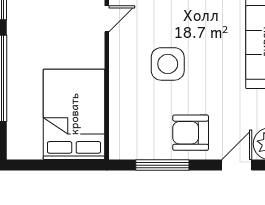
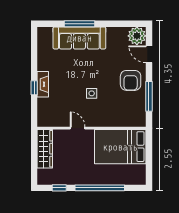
door: (107, 19) -> (78, 128), moved
side table: (168, 64) -> (92, 93), width x0.54, depth x0.54

